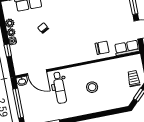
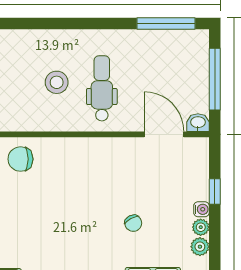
dental chair: (59, 88) -> (102, 88), moved

